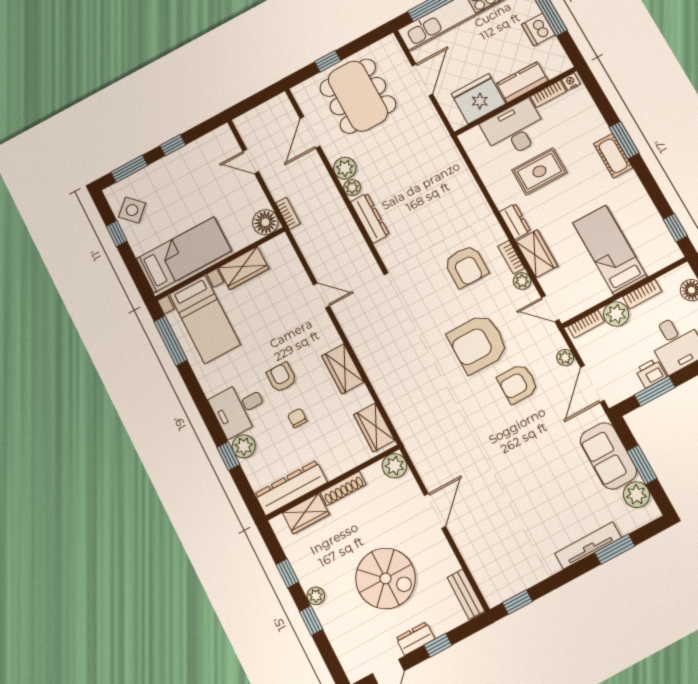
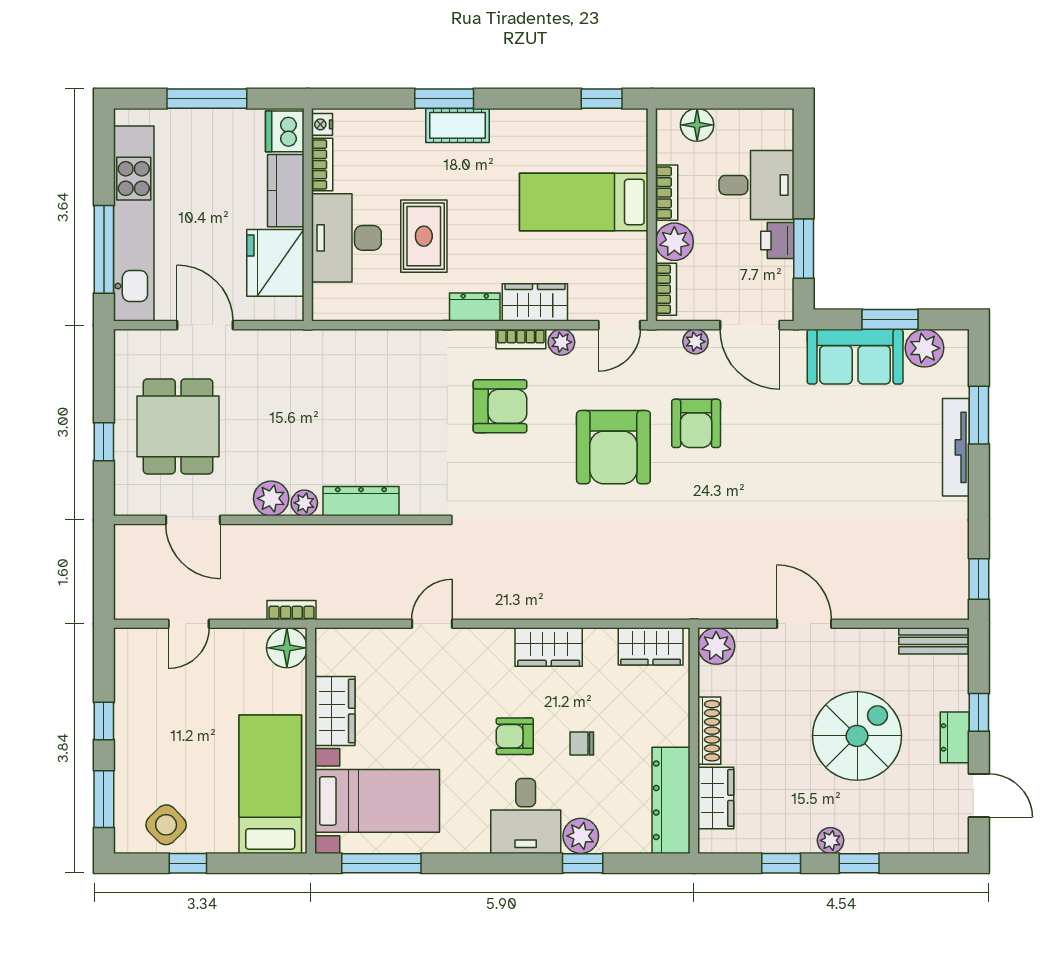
dishwasher: (538, 30) -> (285, 131), moved, turned 90
dining table: (358, 96) -> (178, 426), width x0.73

